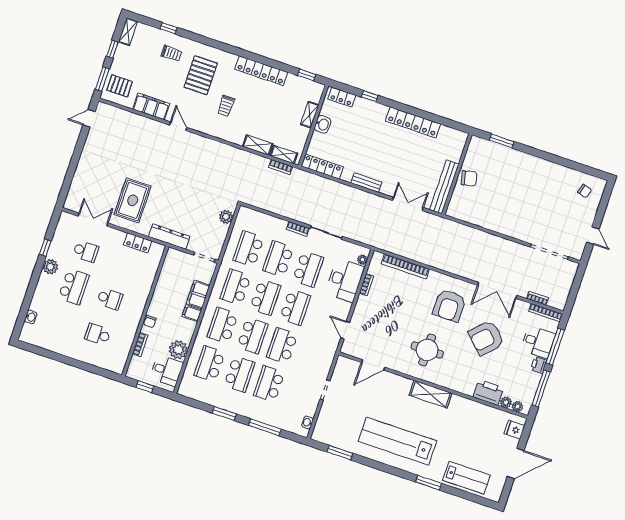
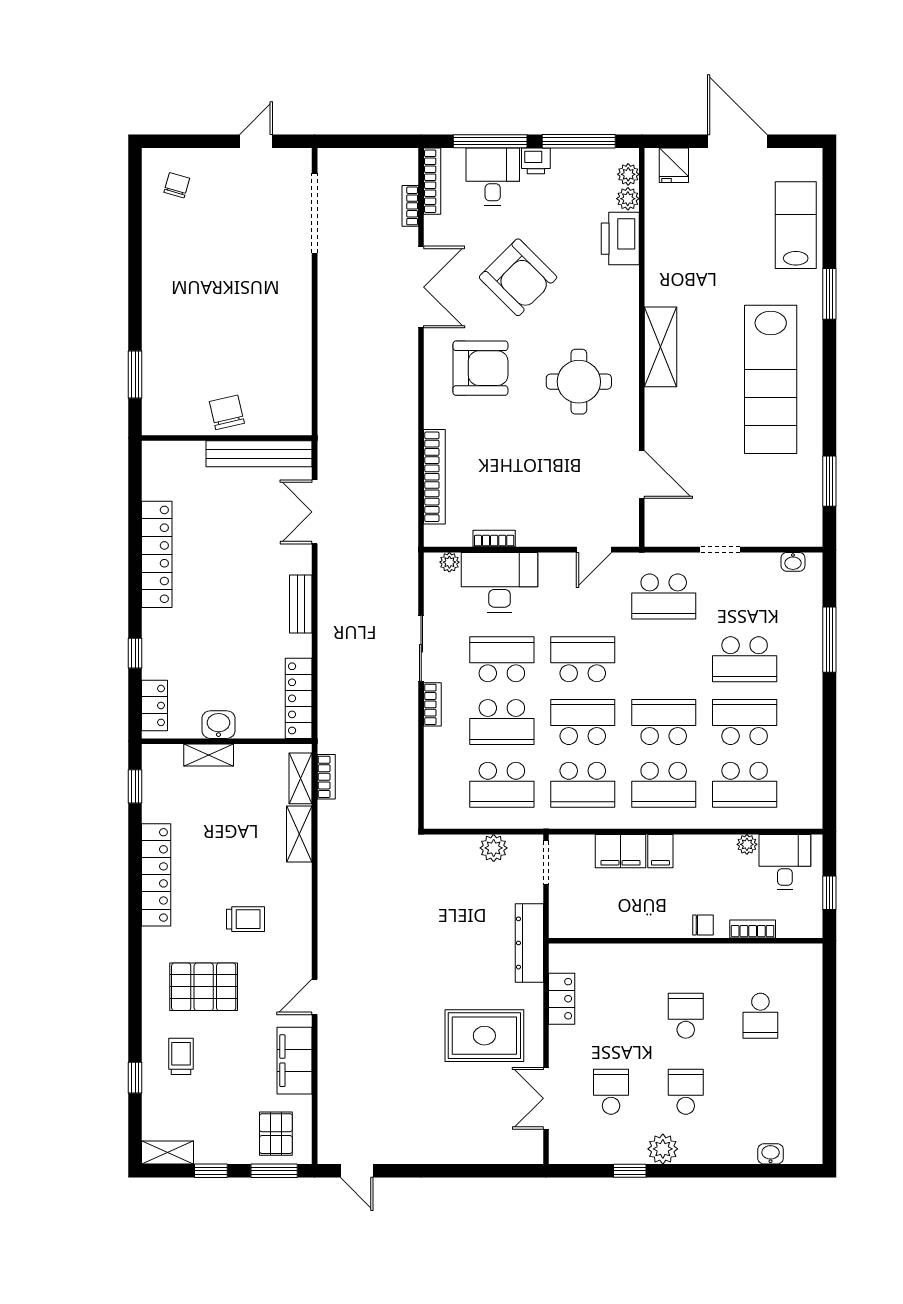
plant: (226, 217) -> (494, 848), moved
school desk: (74, 287) -> (686, 1092), width x0.54
school desk: (282, 346) -> (664, 596), moved
plant: (178, 350) -> (747, 844), width x0.53, depth x0.53
window: (224, 414) -> (829, 725), removed

